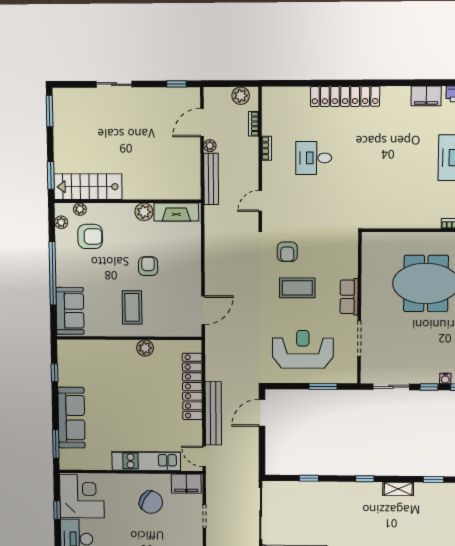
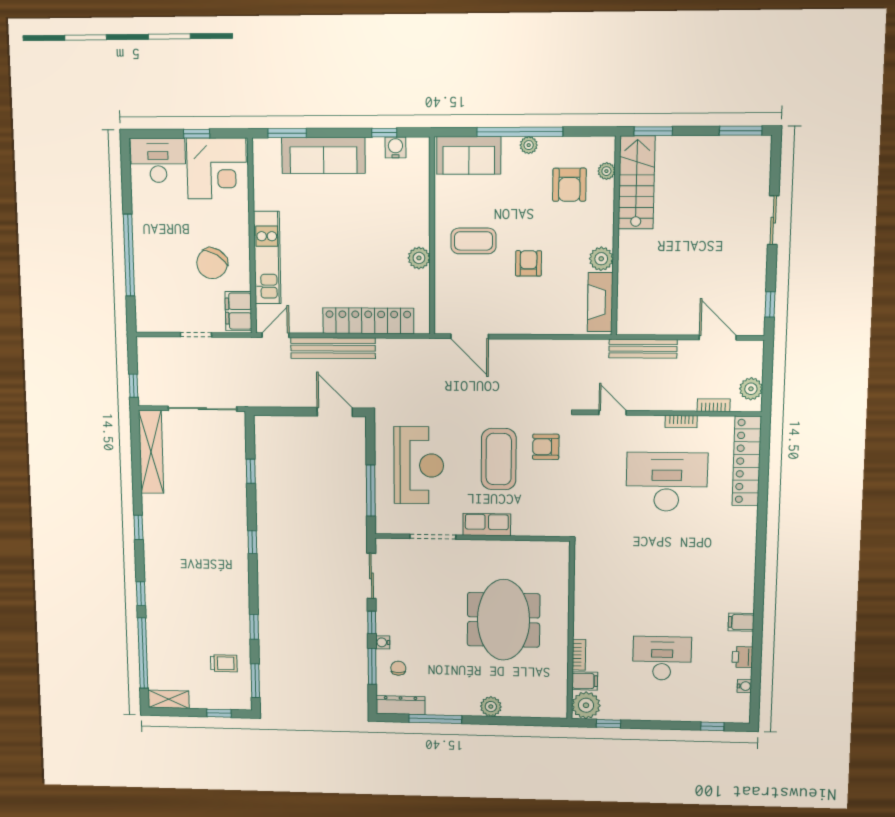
locker: (345, 96) -> (747, 461), moved
filing cabinet: (426, 96) -> (741, 622), width x0.50
plant: (210, 146) -> (687, 348), removed
desk: (314, 158) -> (667, 482), width x1.87, depth x1.30
plant: (61, 222) -> (529, 145), moved
armchair: (148, 266) -> (529, 263), turned -90
coffee table: (297, 288) -> (499, 459), width x1.36, depth x1.32
water cooler: (65, 365) -> (395, 147), added
window: (323, 386) -> (371, 491), width x1.44
shelving: (398, 489) -> (241, 583), removed

